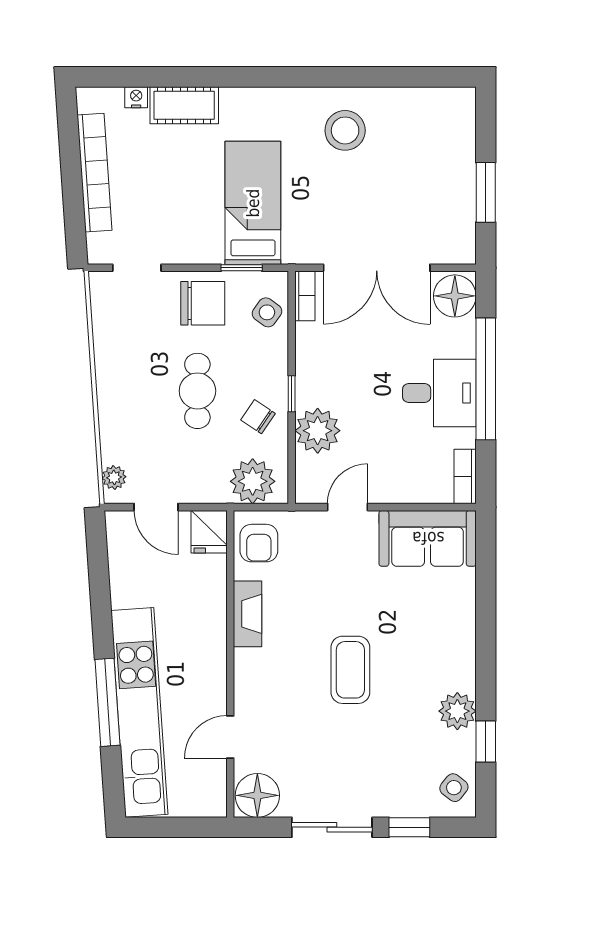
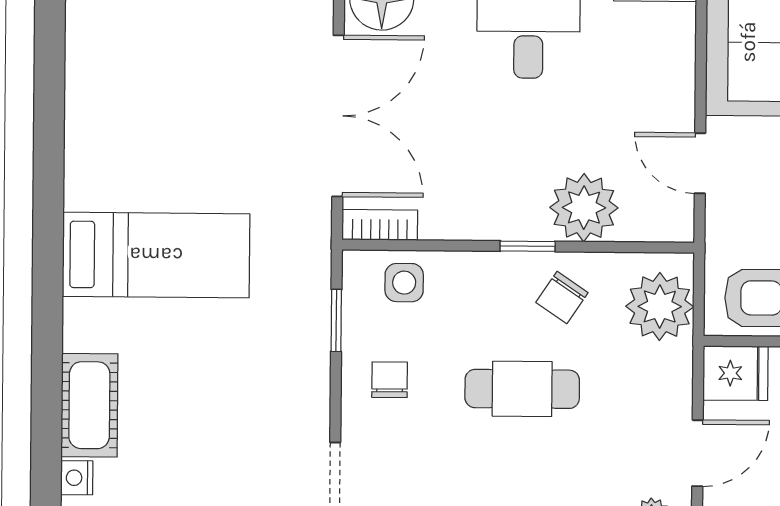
stool: (345, 130) -> (130, 162), removed
bed: (253, 203) -> (156, 255), moved, turned 180
chair: (203, 303) -> (390, 380), width x0.54, depth x0.54
side table: (267, 312) -> (404, 283), turned -36

